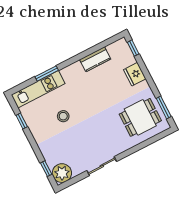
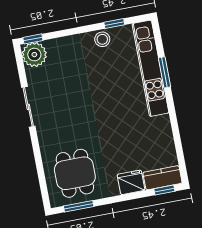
kitchen counter: (95, 59) -> (163, 178), moved, turned 90
kitchen unit: (38, 89) -> (150, 68), width x1.36
stool: (63, 116) -> (102, 39), moved
window: (46, 169) -> (33, 39), moved

